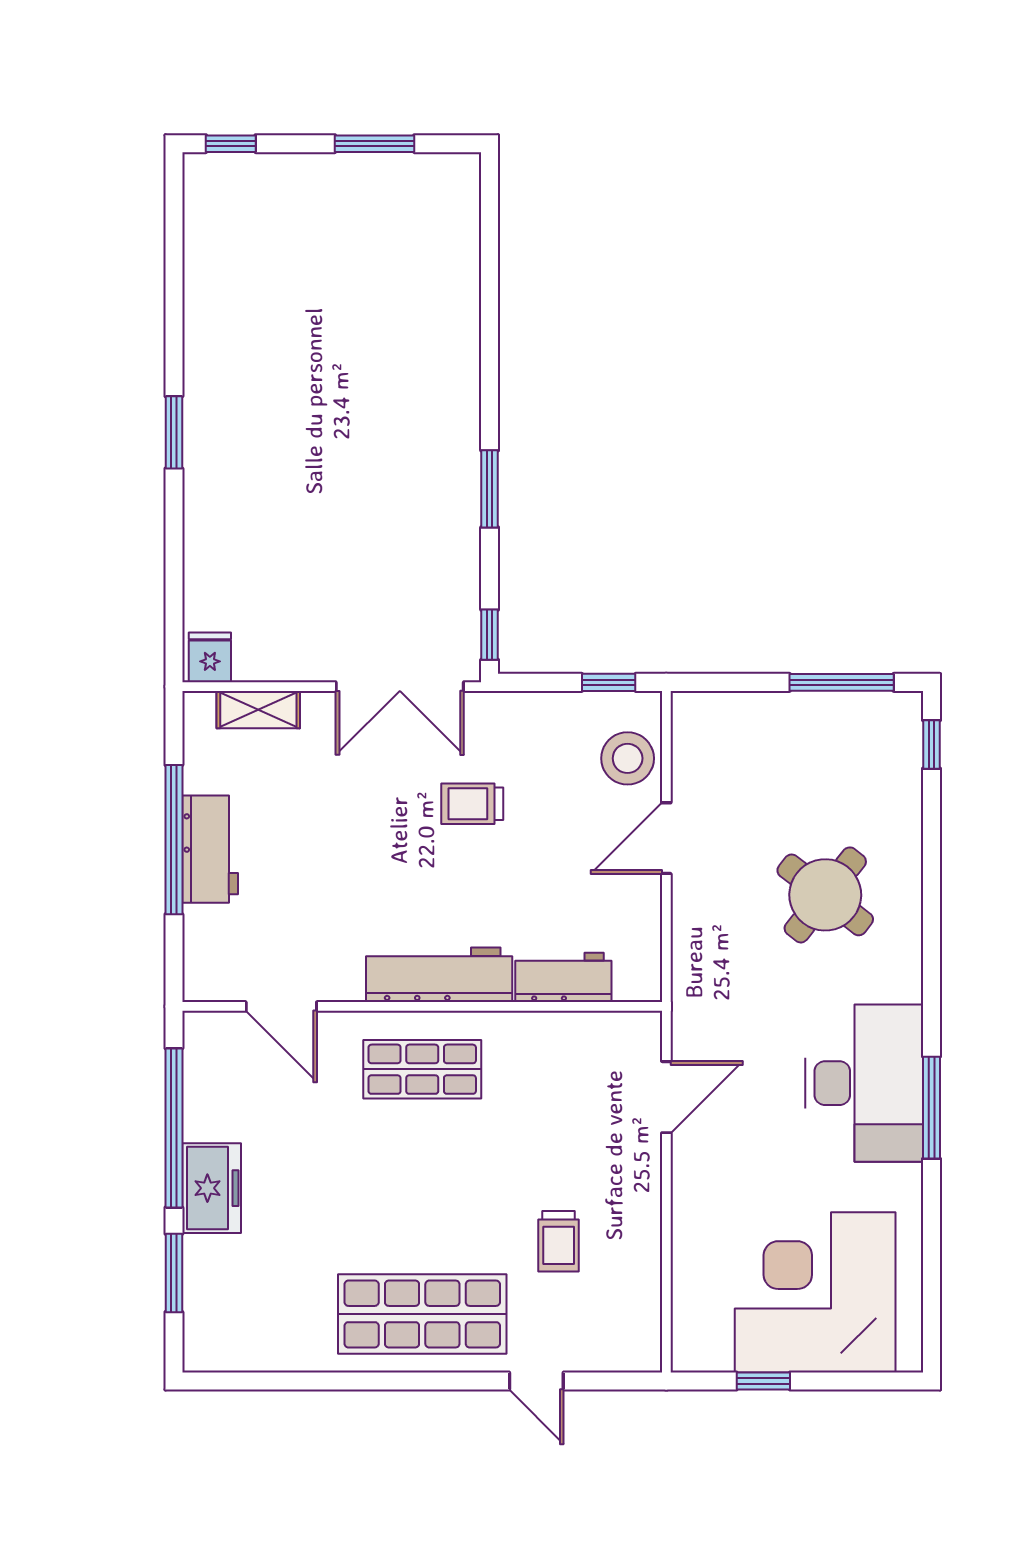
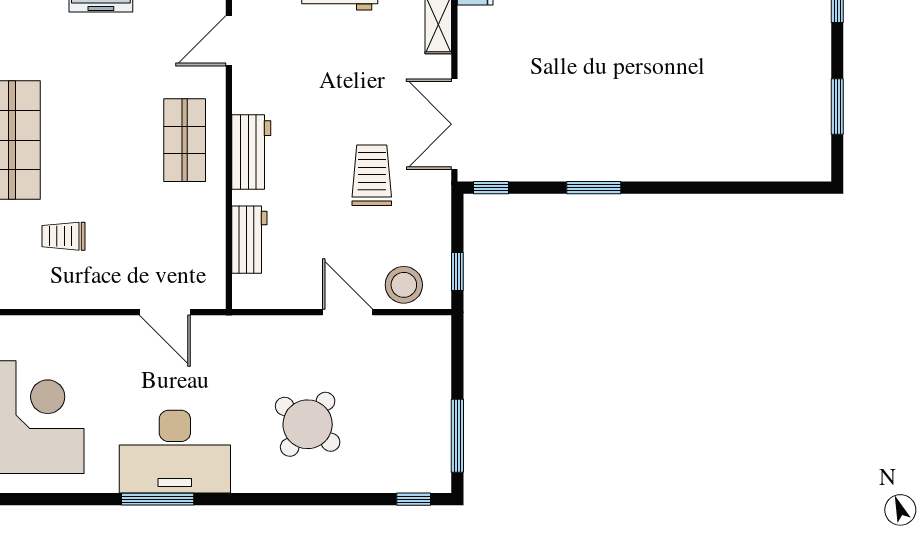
trolley: (472, 804) -> (372, 175), width x1.36, depth x1.39
workbench: (439, 975) -> (251, 152), width x0.73

